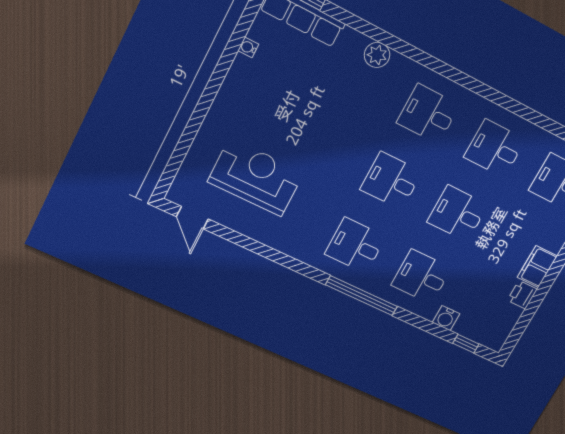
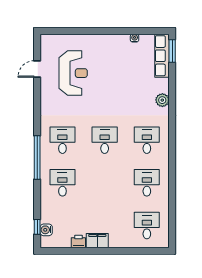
desk: (458, 213) -> (105, 183), removed
door: (192, 218) -> (37, 69), moved
water cooler: (446, 318) -> (46, 230), moved

